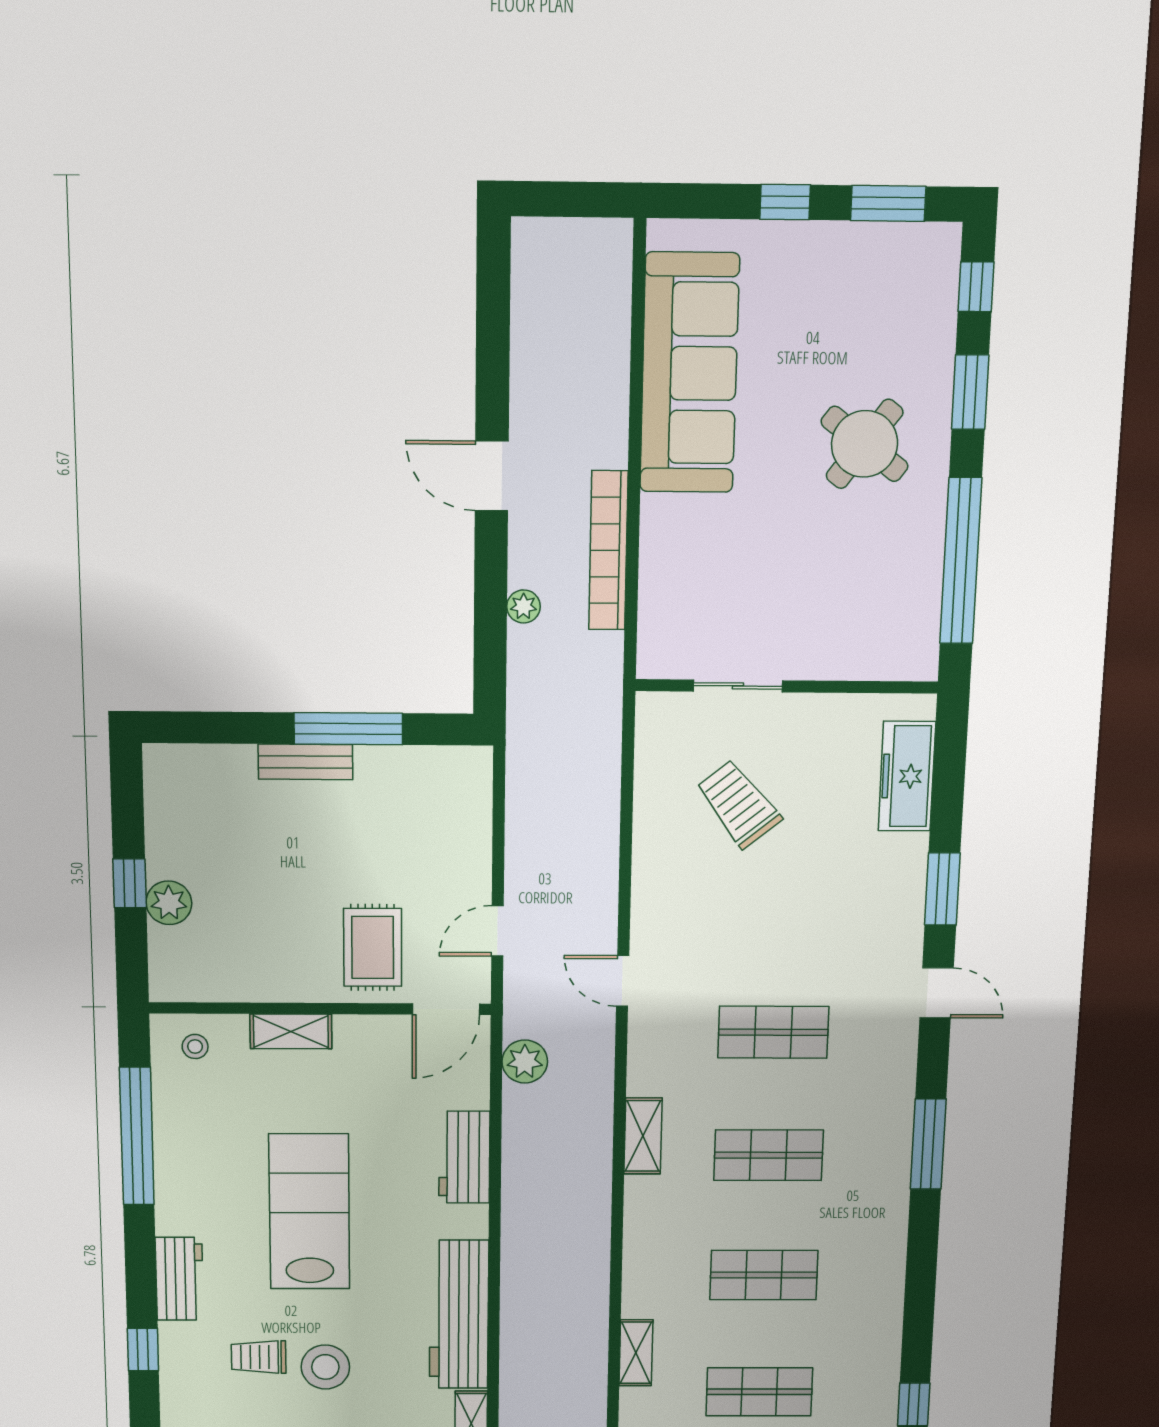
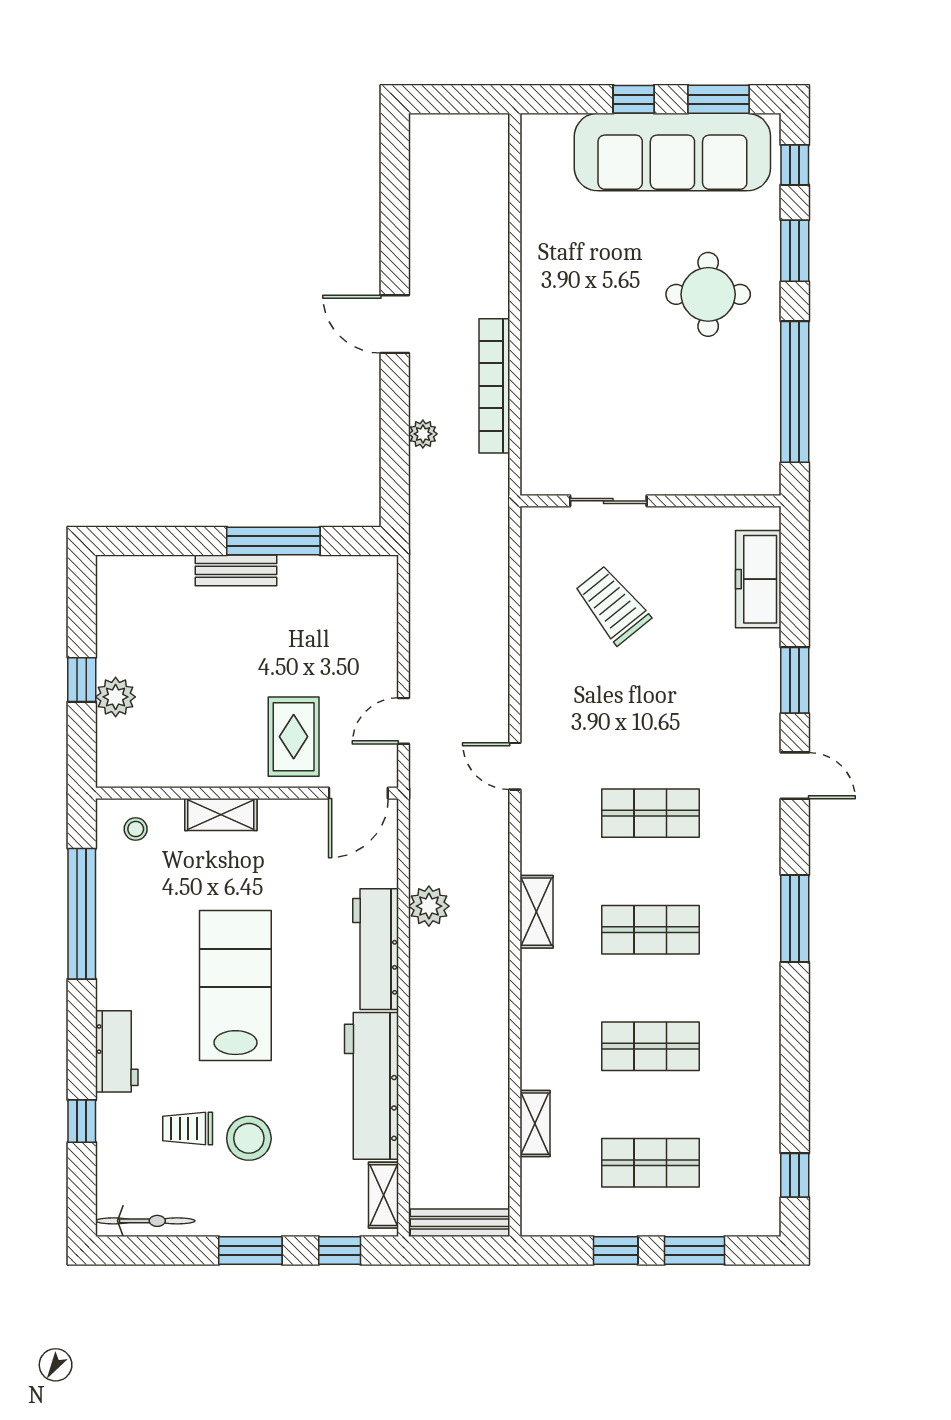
sofa: (689, 373) -> (672, 152), moved, turned 90
round table: (865, 444) -> (708, 294), turned -37
plant: (525, 1062) -> (429, 906), moved
workbench: (464, 1157) -> (376, 949), width x1.38

